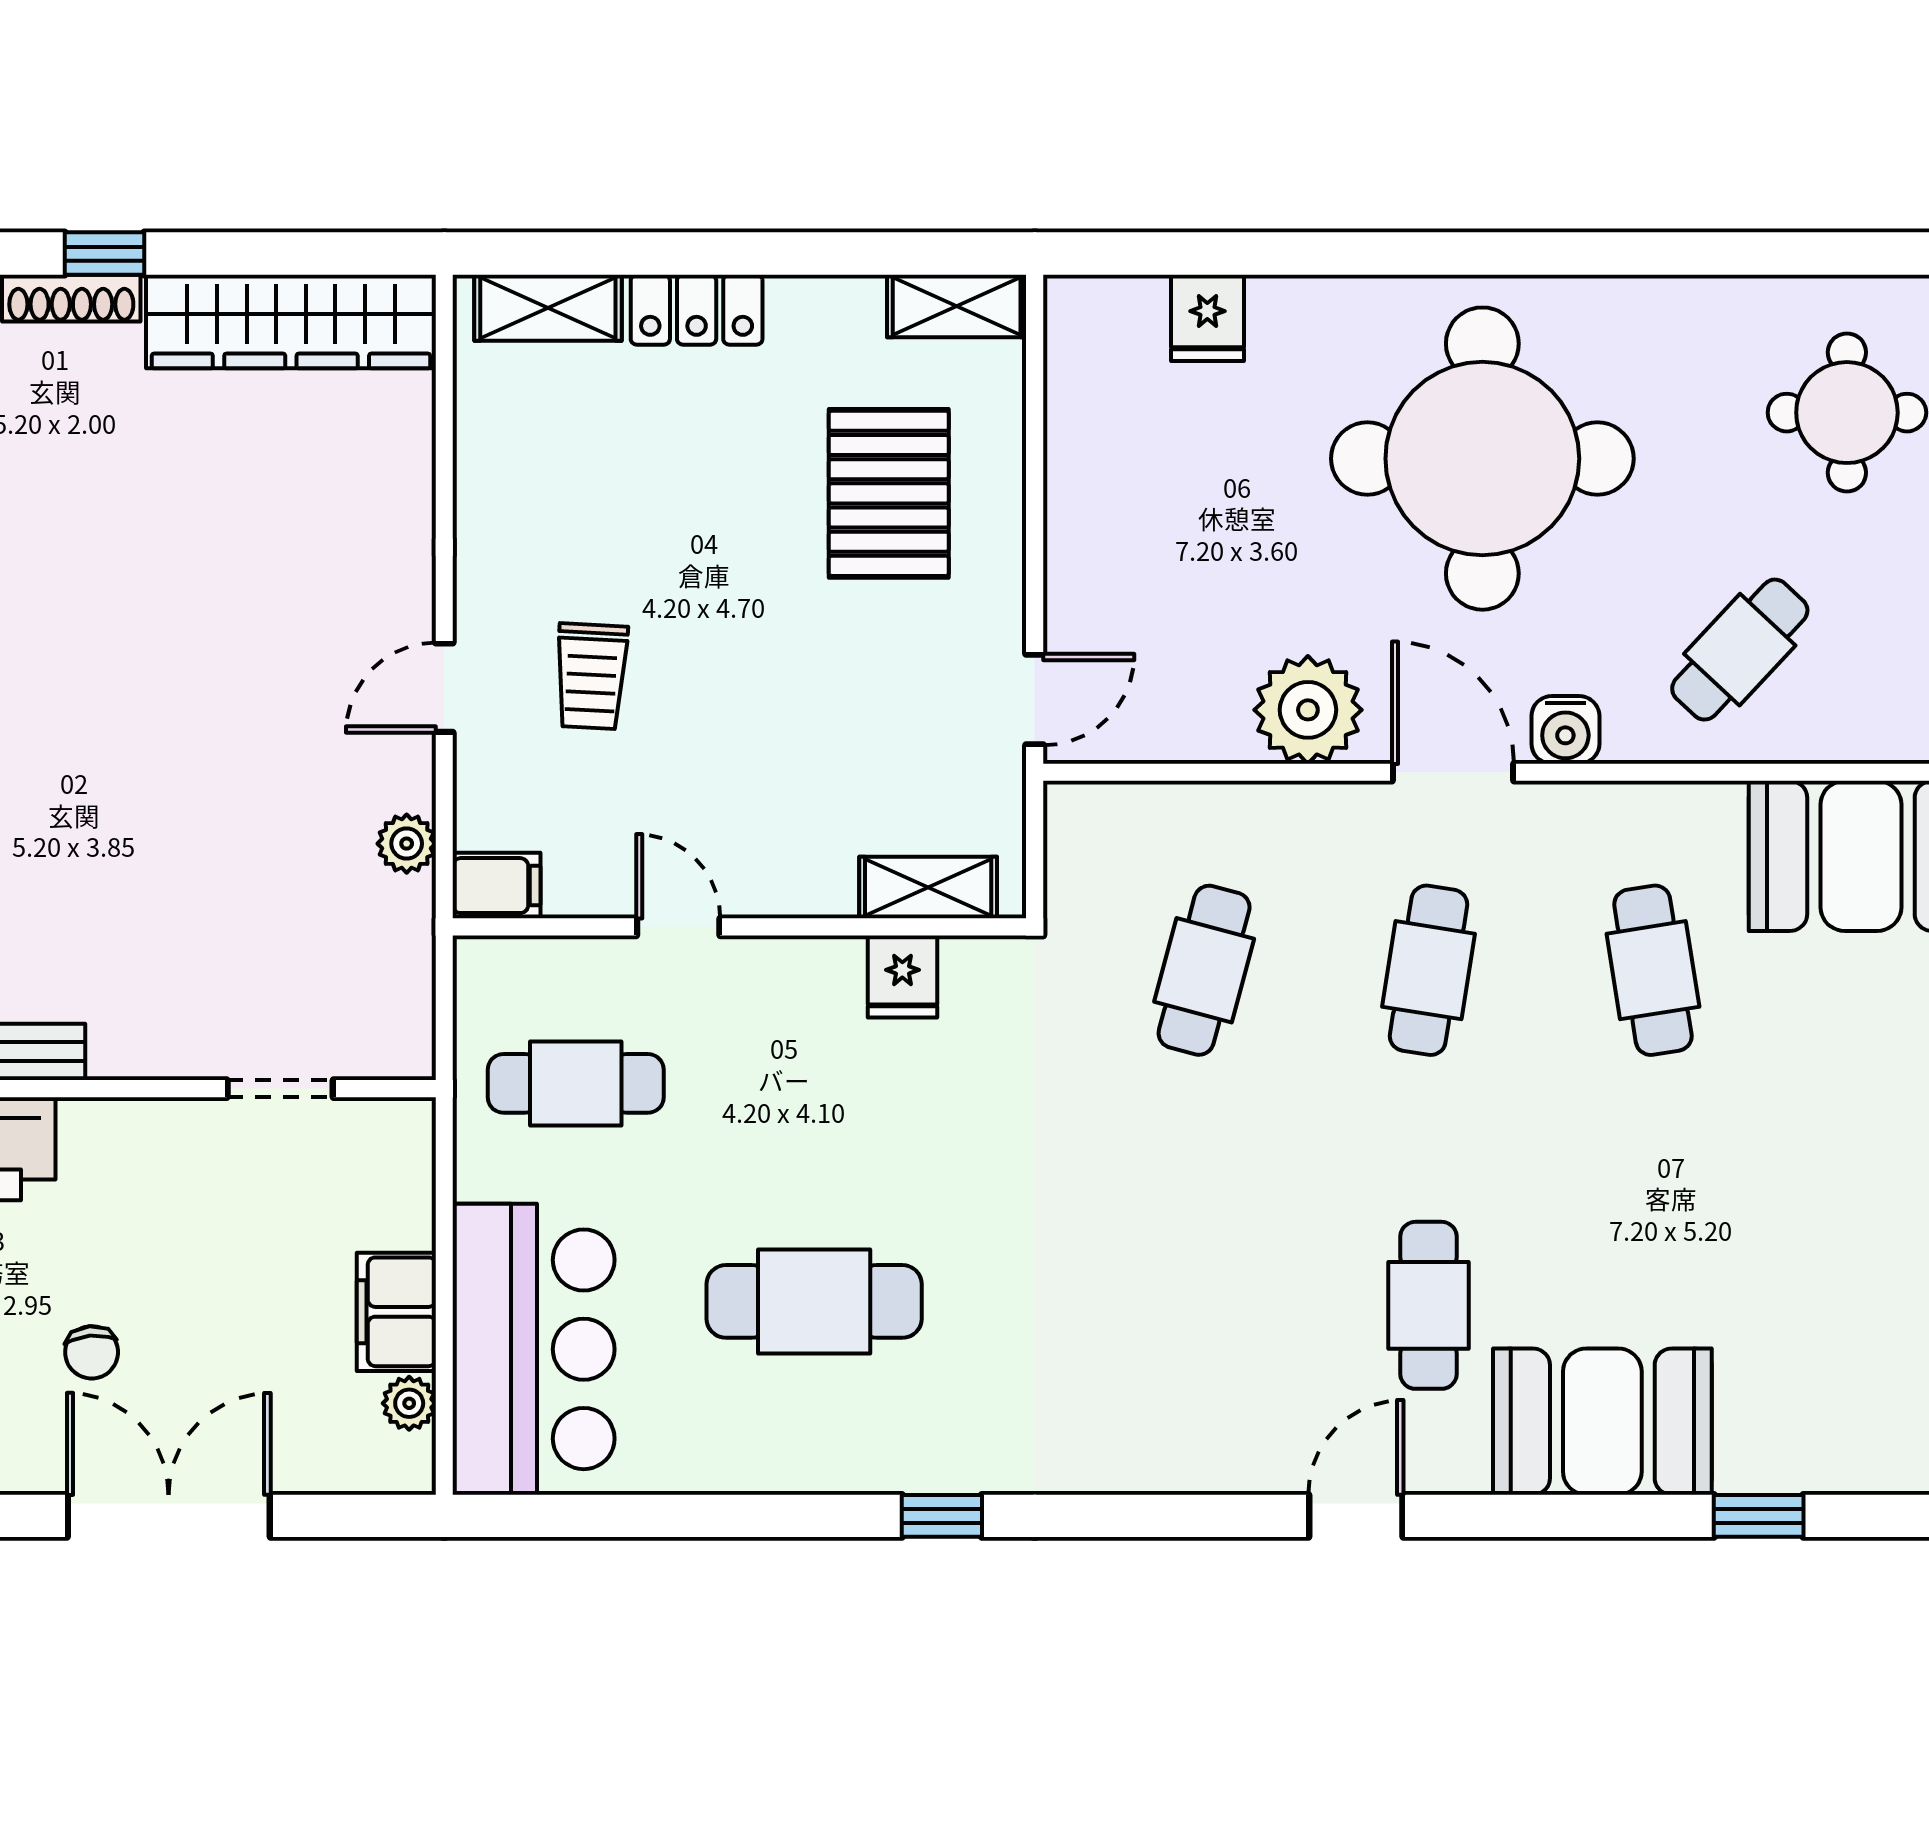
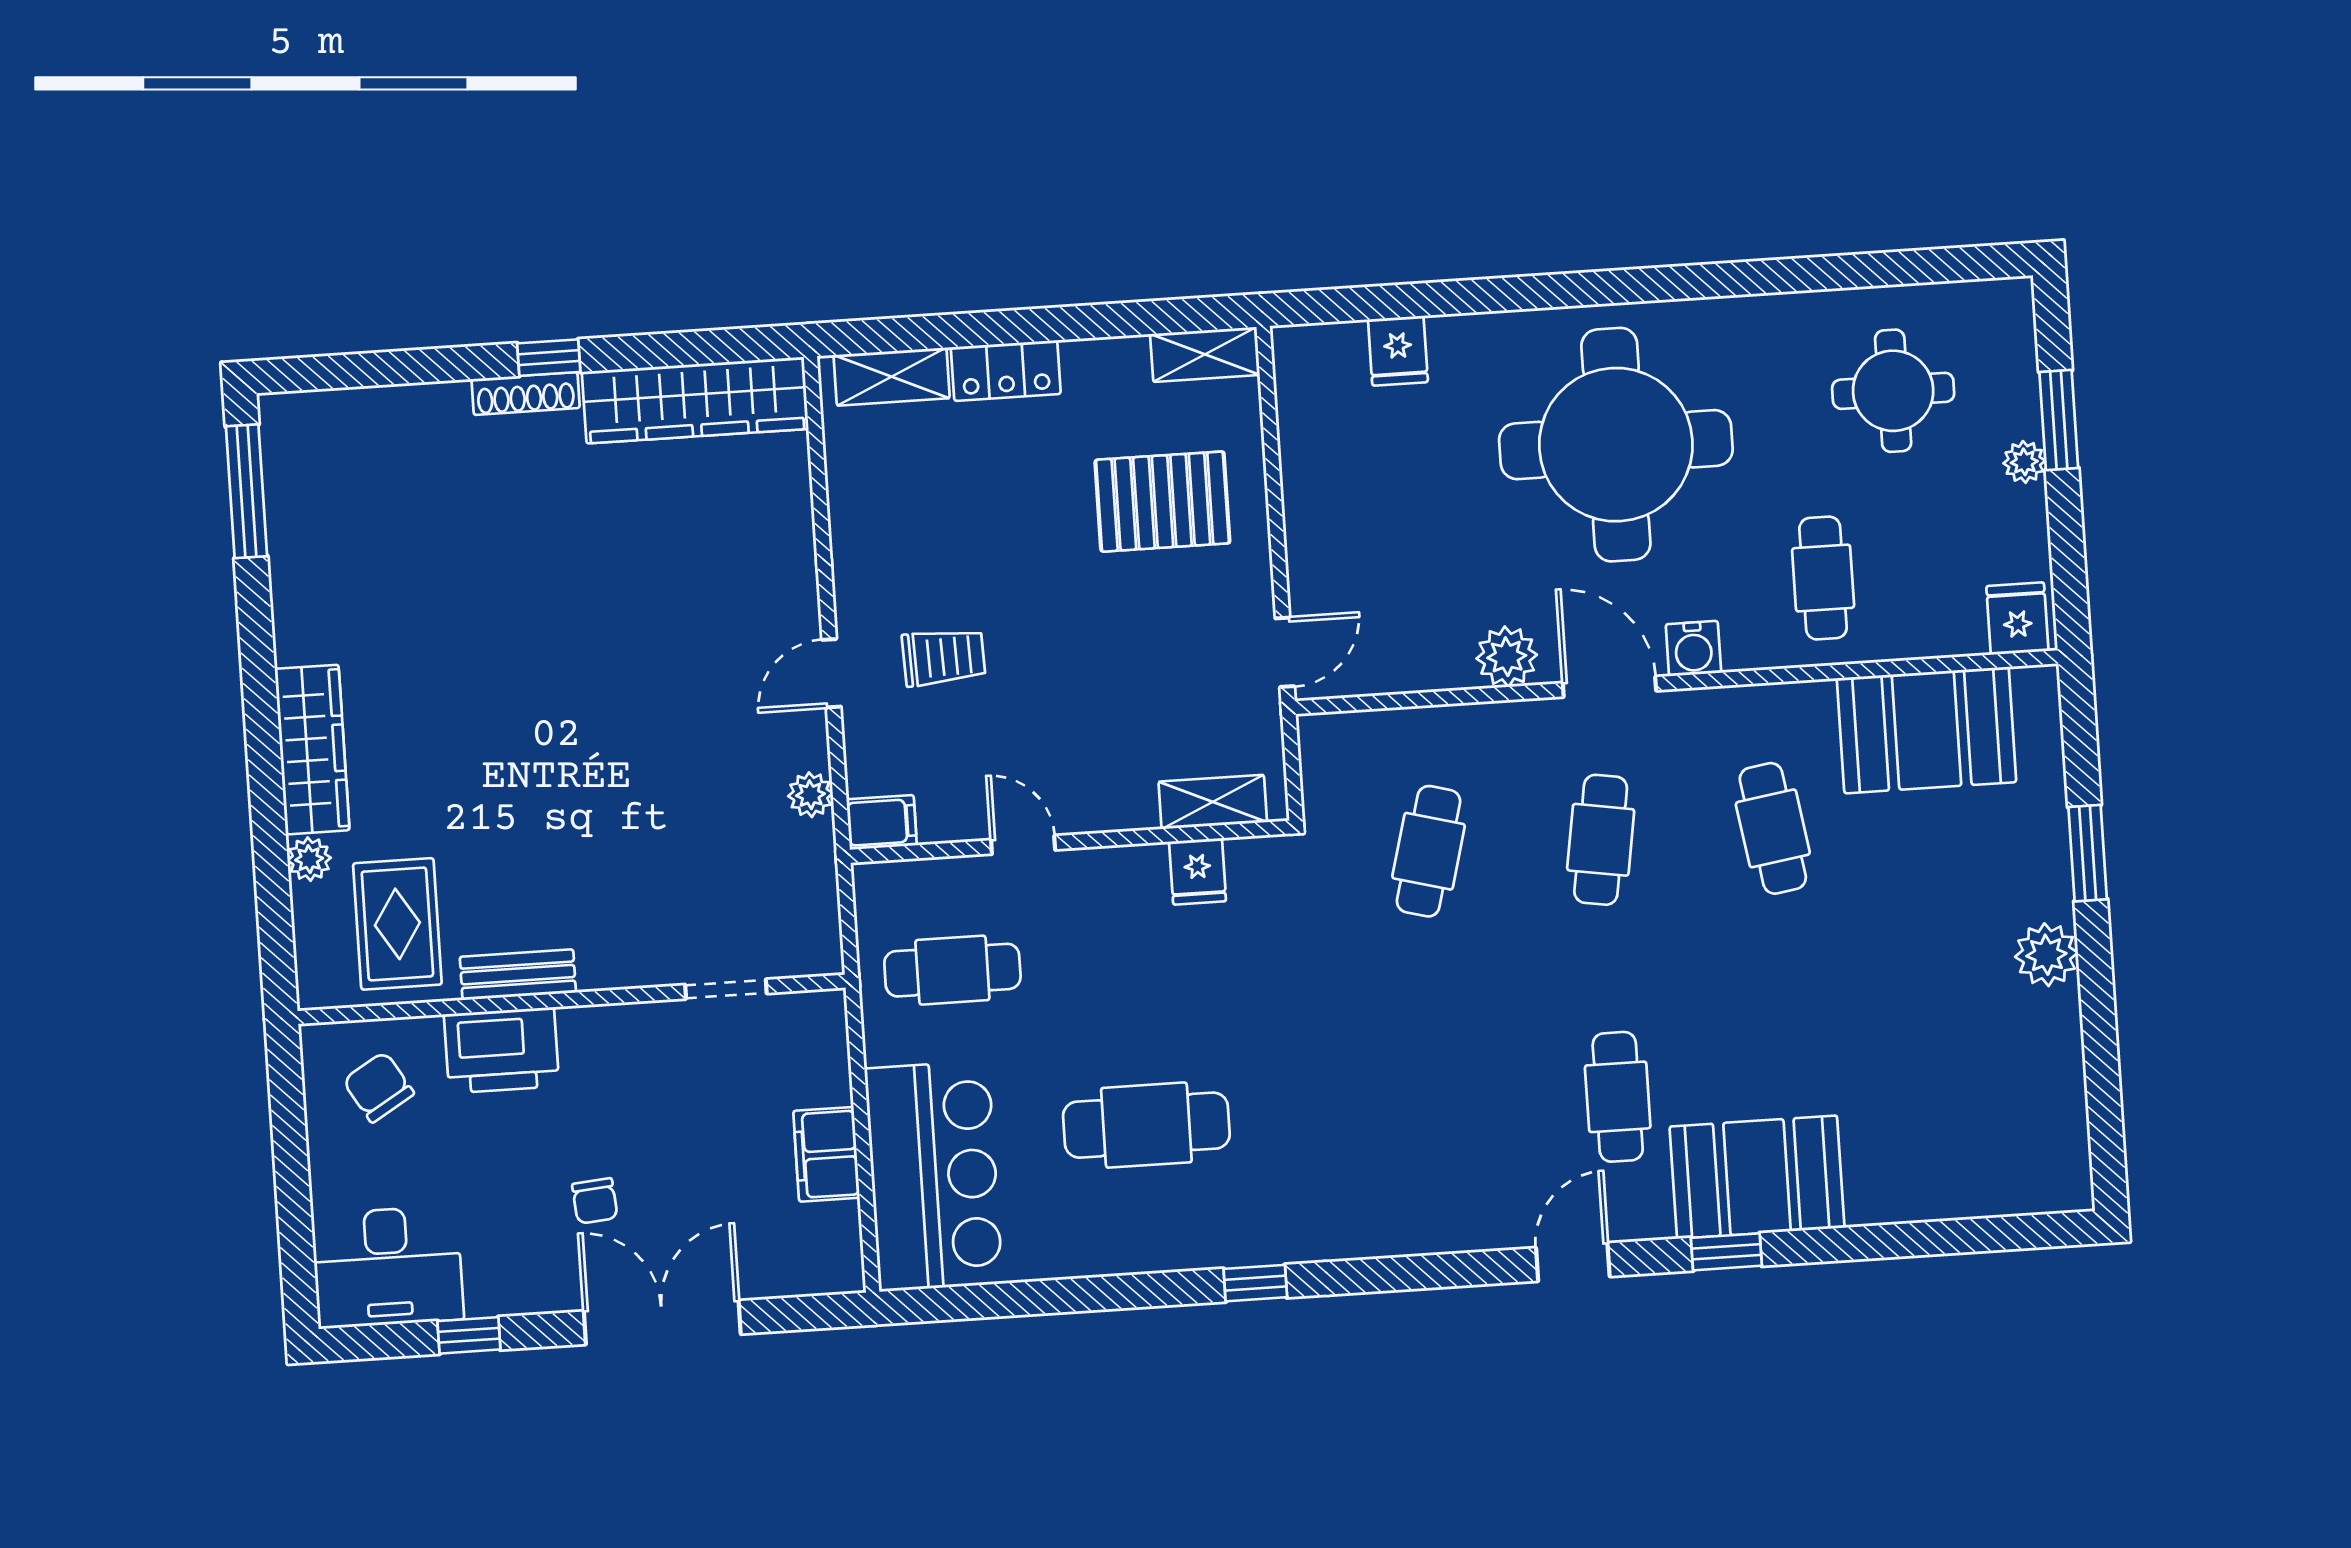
pallet: (889, 493) -> (1162, 502), turned 90
cafe table: (1740, 650) -> (1823, 578), turned -43
trolley: (591, 676) -> (944, 657), turned -95
plant: (1308, 710) -> (1507, 657), width x0.73, depth x0.73
plant: (409, 1403) -> (841, 1224), removed
window: (1759, 1516) -> (1726, 1252), moved

